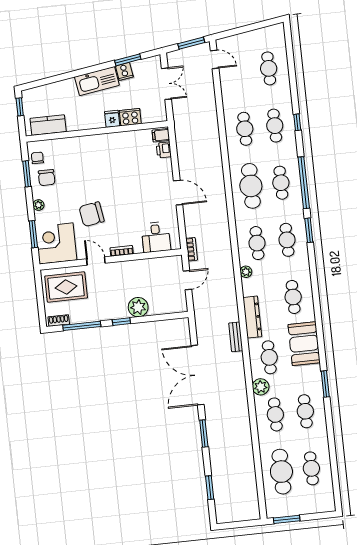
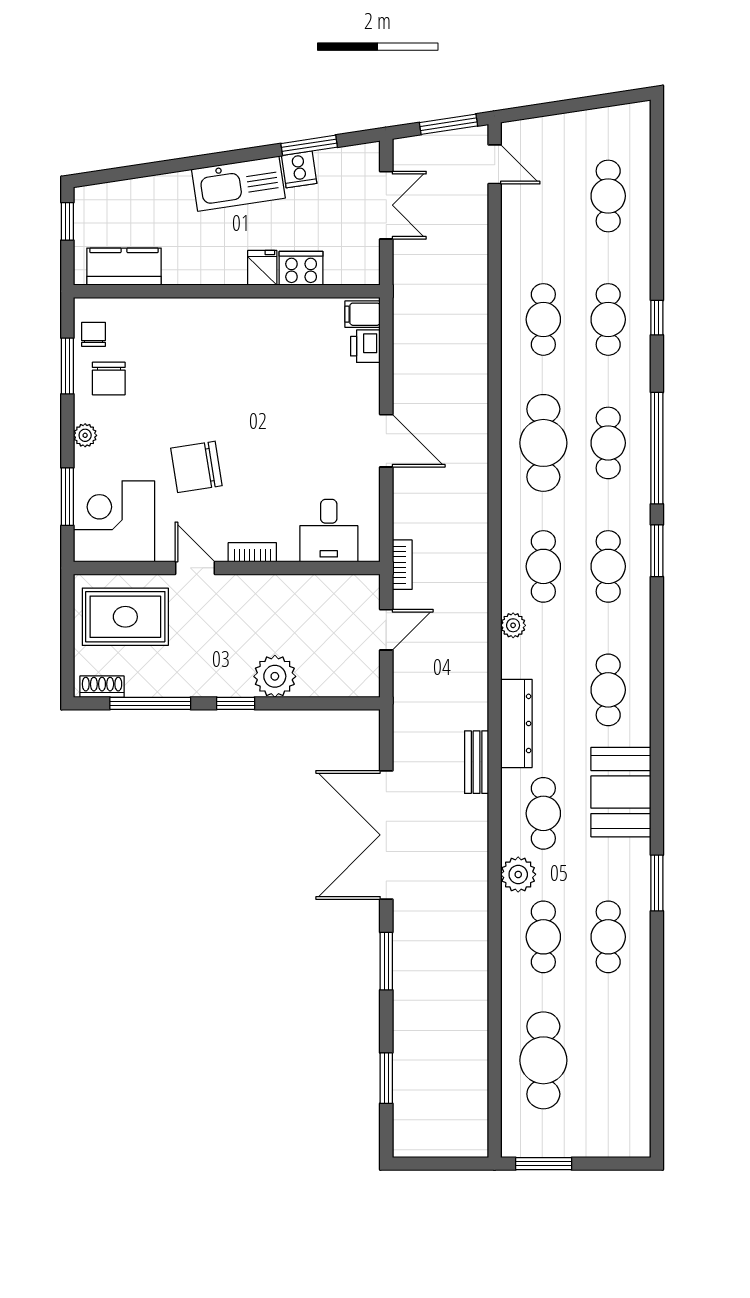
cafe table: (311, 468) -> (608, 1060), removed

